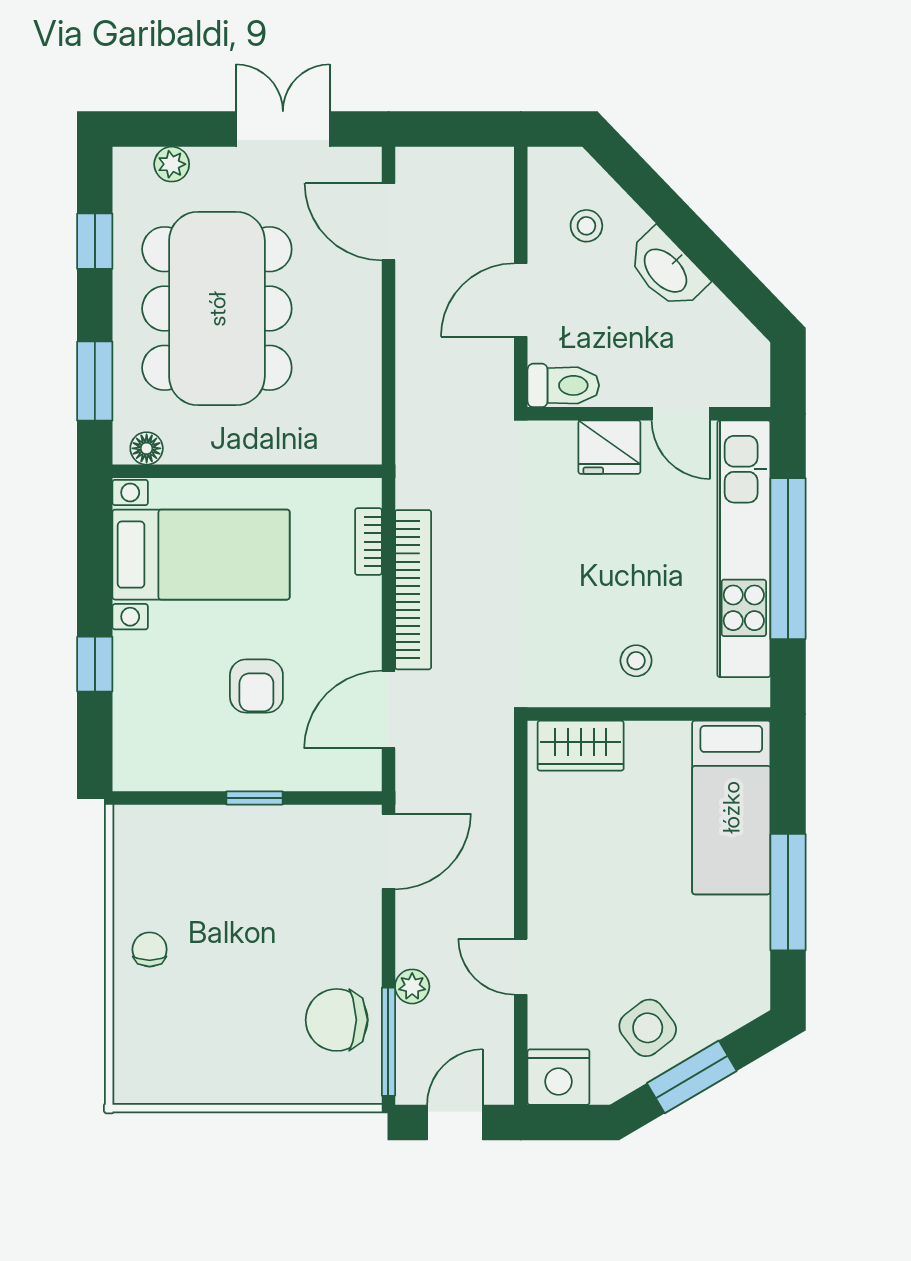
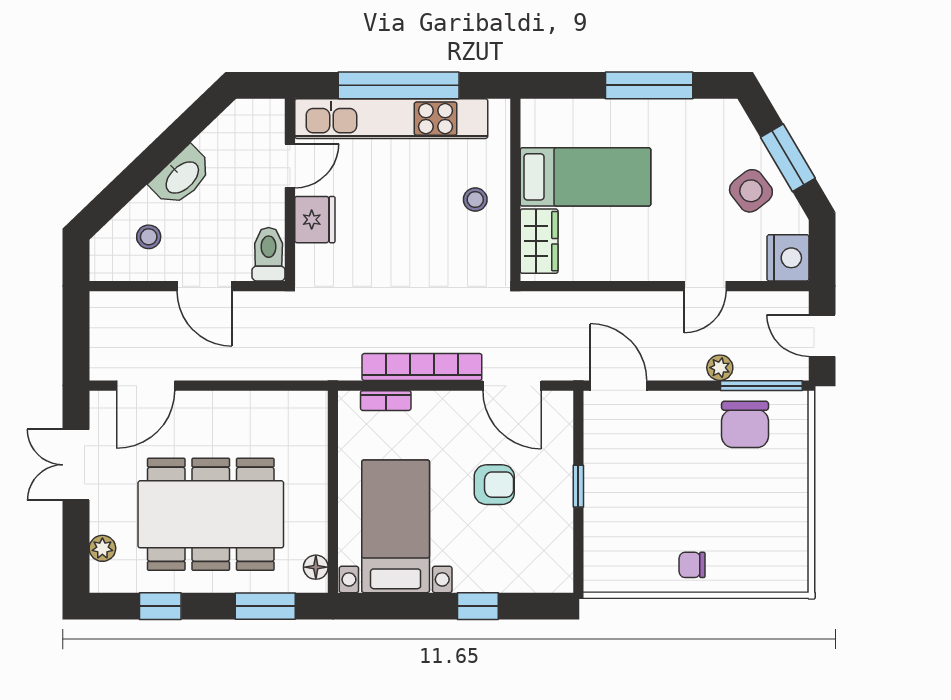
bed: (731, 807) -> (585, 177), moved

